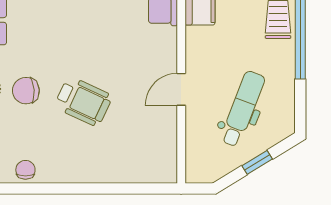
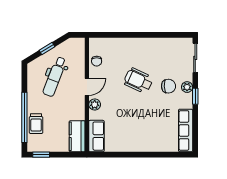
plant: (166, 56) -> (95, 105), added
chair: (25, 170) -> (97, 61), moved

